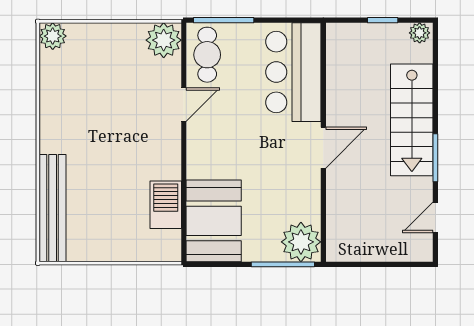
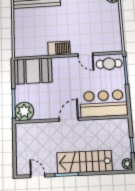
plant: (164, 40) -> (114, 44), removed
door: (323, 148) -> (69, 119), swing flipped
barbecue: (166, 205) -> (59, 48), moved

